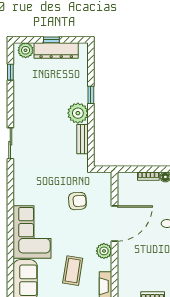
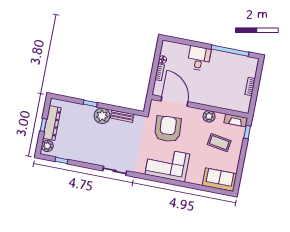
armchair: (77, 201) -> (168, 129), width x1.88, depth x1.88
door: (115, 223) -> (174, 101), moved
corner sofa: (32, 232) -> (167, 164), moved

